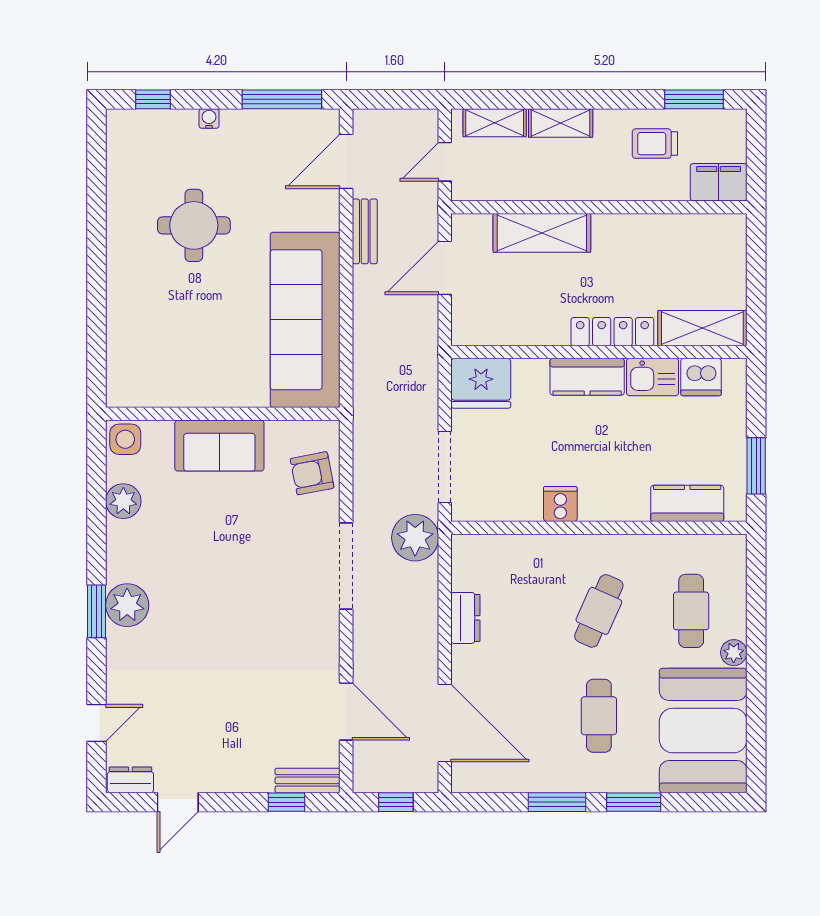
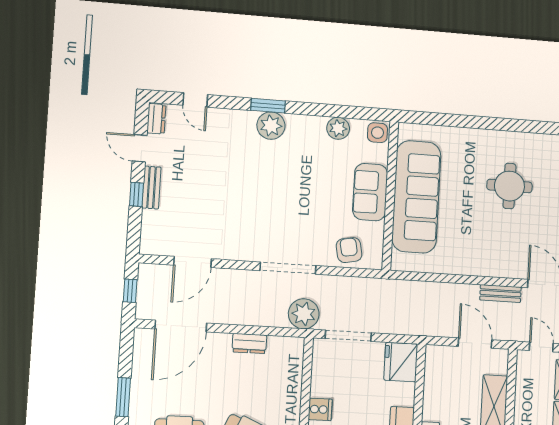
sofa: (305, 320) -> (416, 197), moved, turned 90
bench: (308, 780) -> (151, 188), moved
window: (286, 802) -> (137, 194), moved

